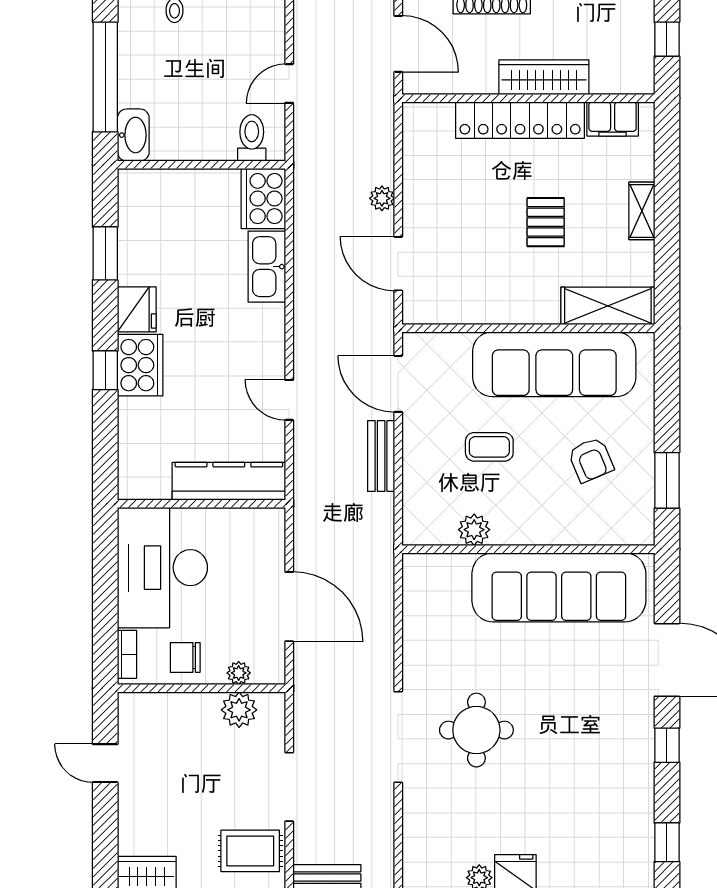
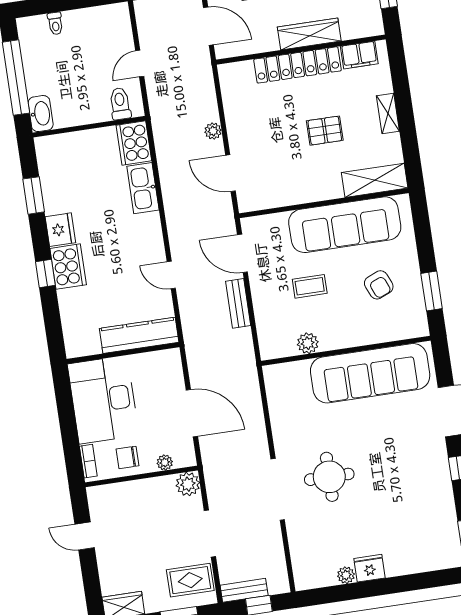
pallet: (546, 222) -> (325, 131), turned 90
plant: (239, 710) -> (188, 484), moved

